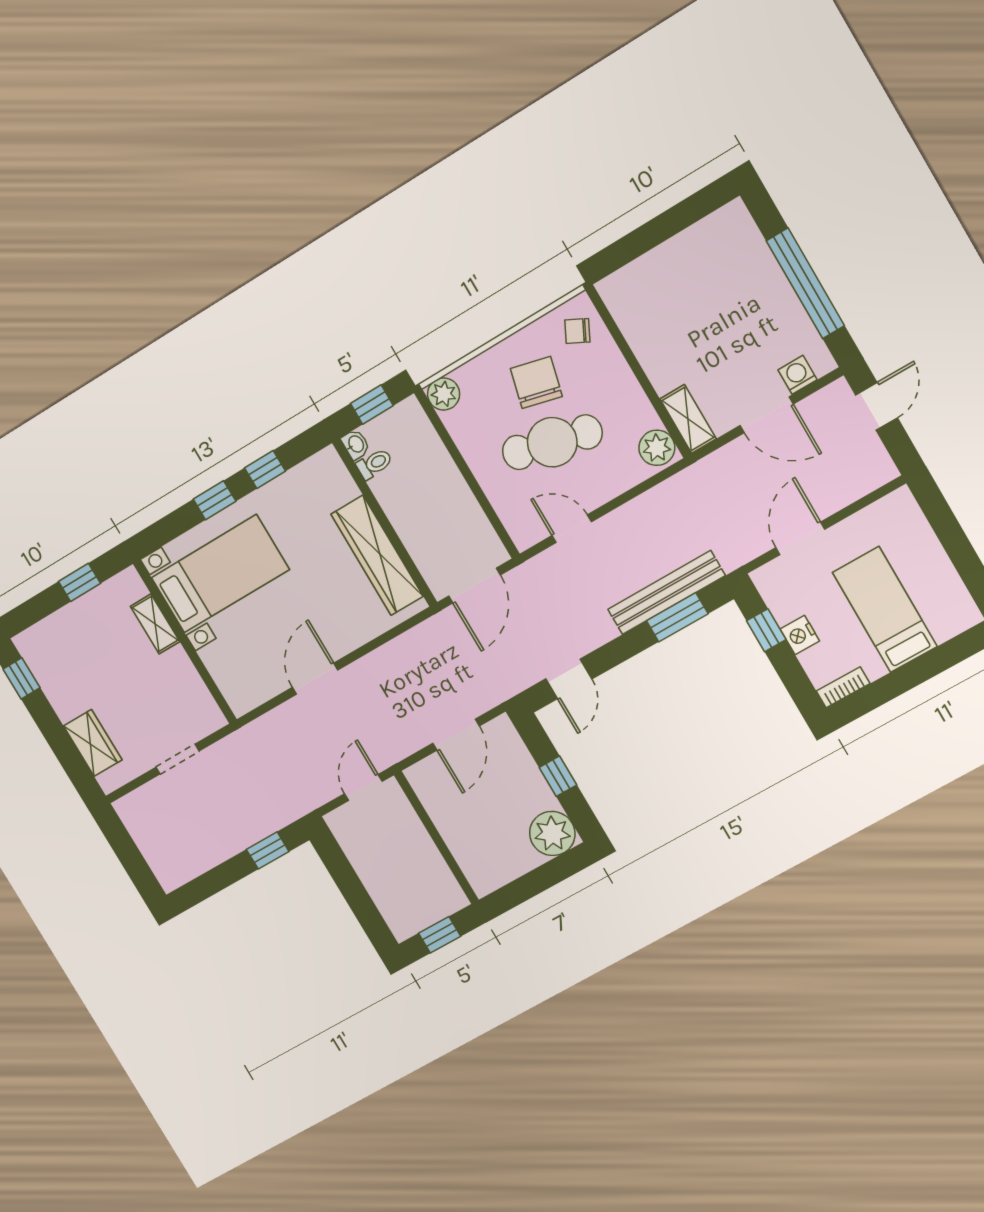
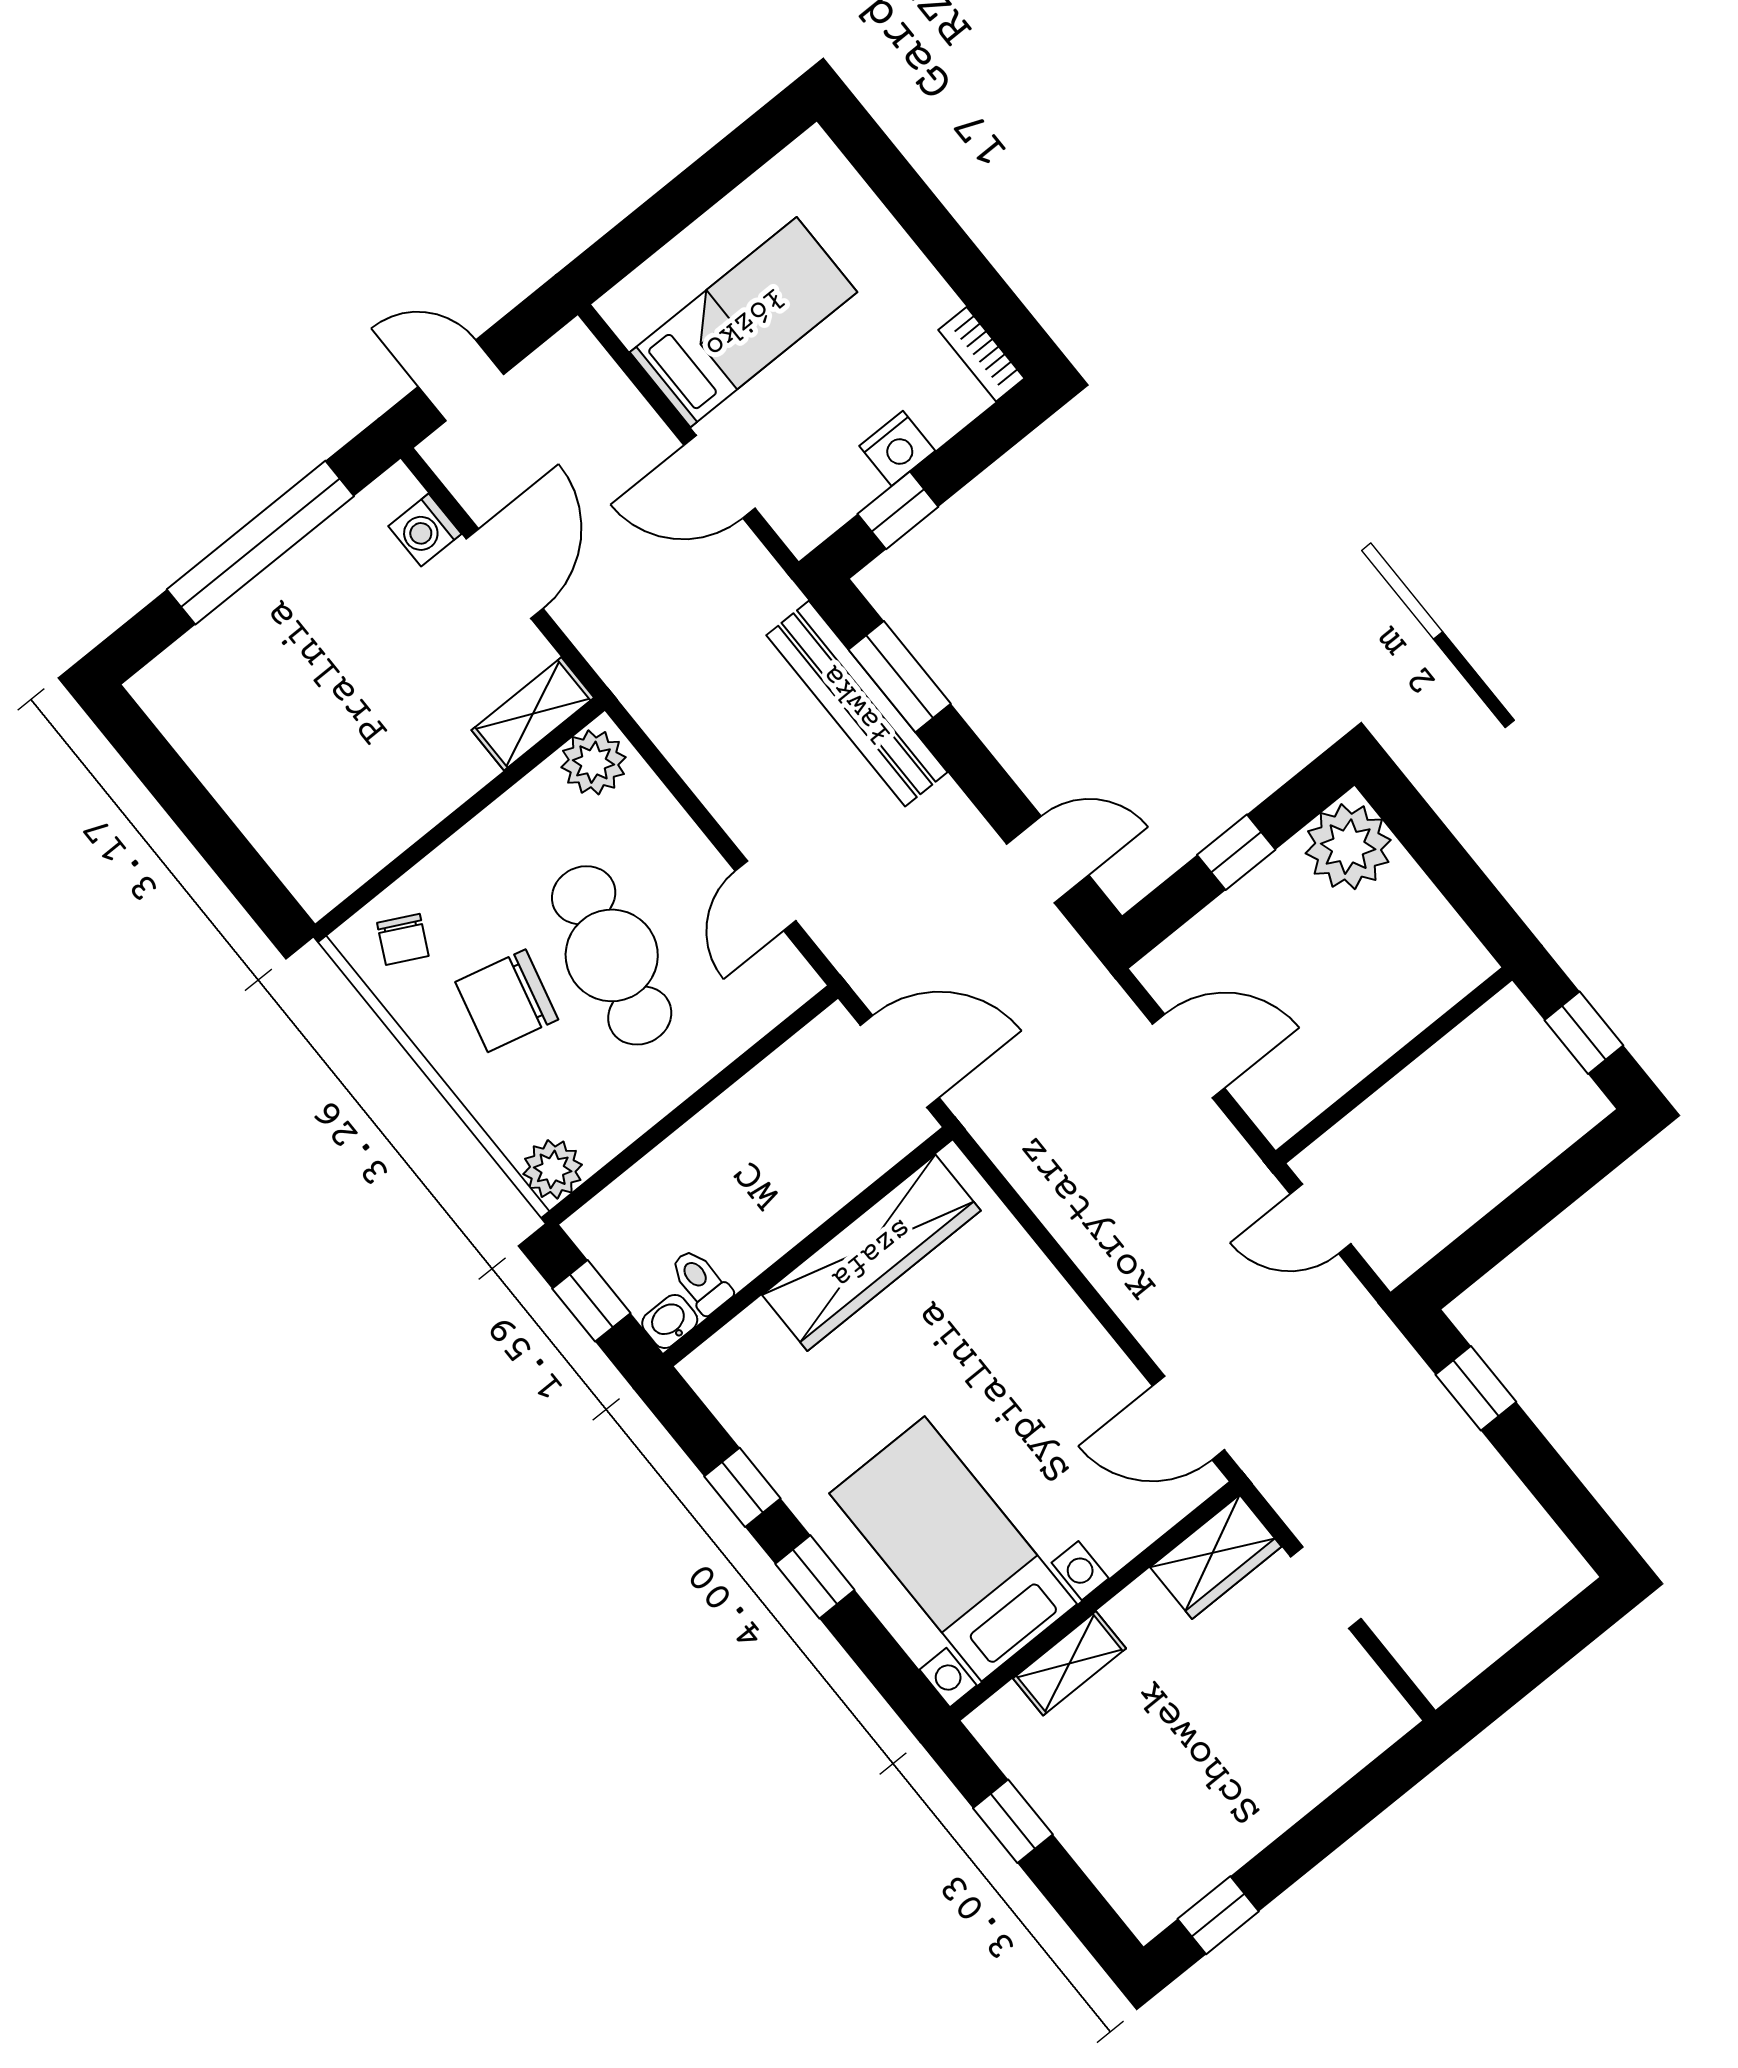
bed: (885, 609) -> (744, 322), moved, turned 180
door: (315, 679) -> (1188, 1418), moved
wardrobe: (93, 743) -> (1216, 1557), moved, turned 180

